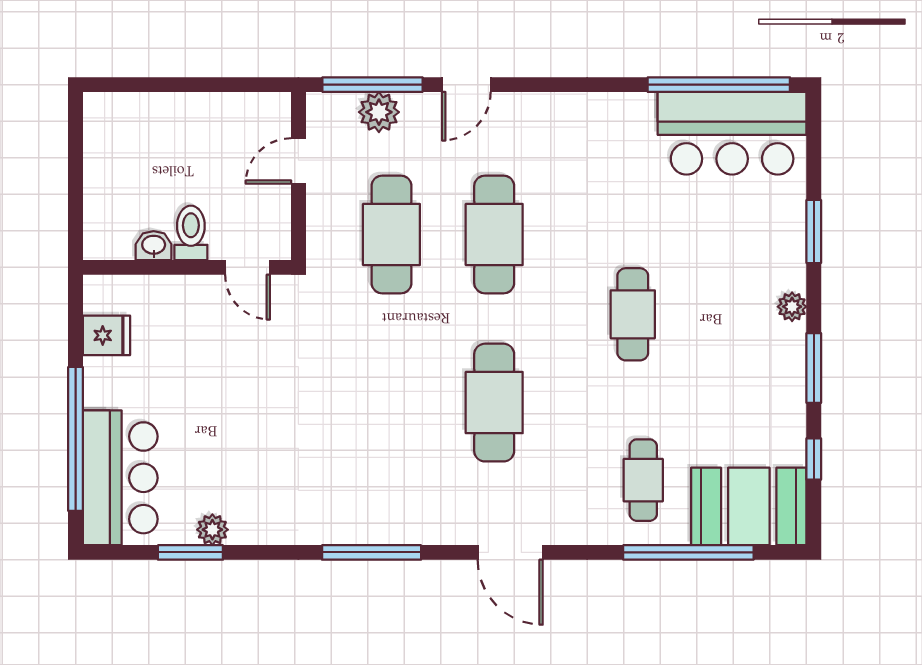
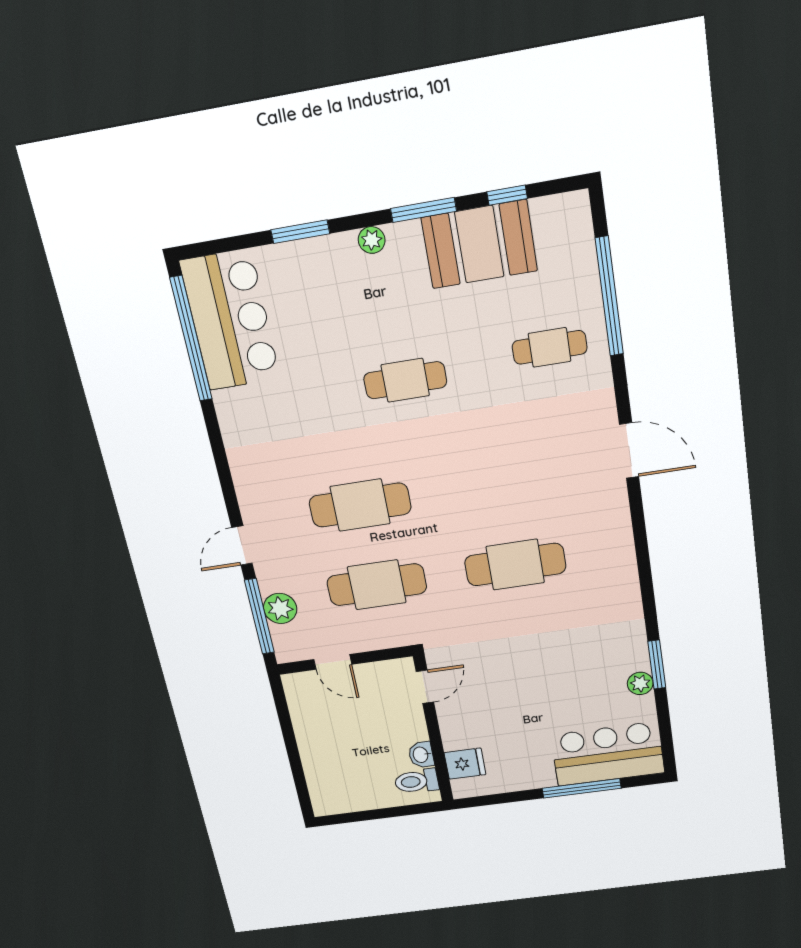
door: (466, 85) -> (242, 545), swing flipped
toilet: (191, 233) -> (417, 781), moved
fridge: (106, 335) -> (465, 764), moved, turned 90
cafe table: (494, 403) -> (515, 565), moved
window: (76, 439) -> (582, 788), width x0.68
booth: (749, 506) -> (479, 244), moved, turned 90
window: (190, 552) -> (657, 665), moved
window: (372, 552) -> (643, 562), removed
door: (510, 552) -> (629, 451), hinge flipped

